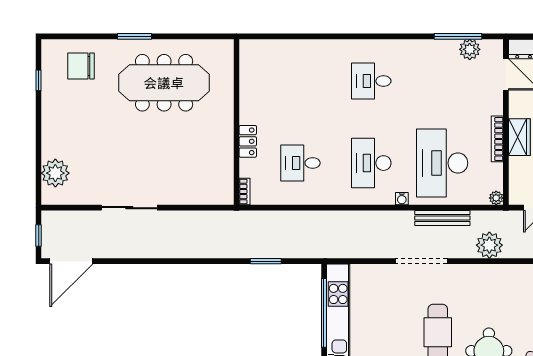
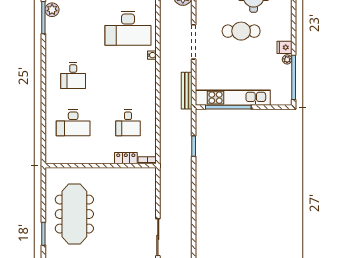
locker: (248, 141) -> (126, 158), moved
desk: (371, 163) -> (73, 123), moved
bench: (442, 218) -> (187, 91), moved

